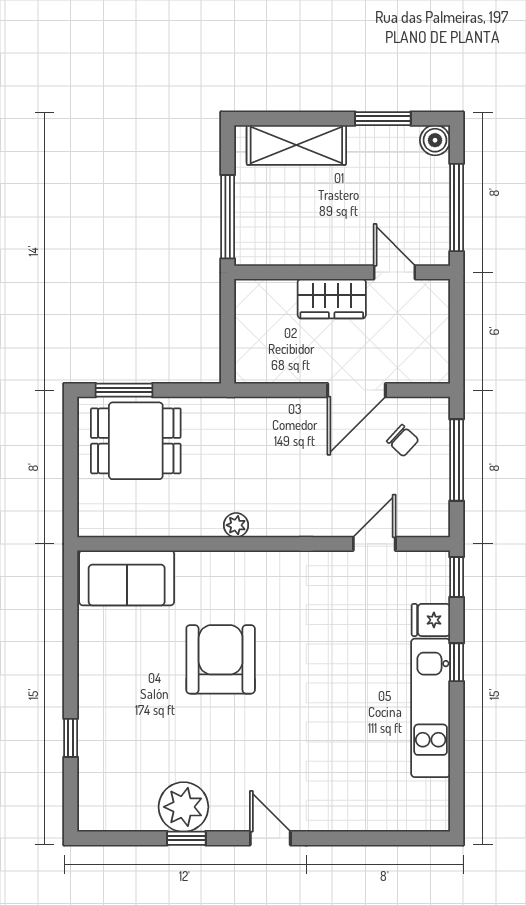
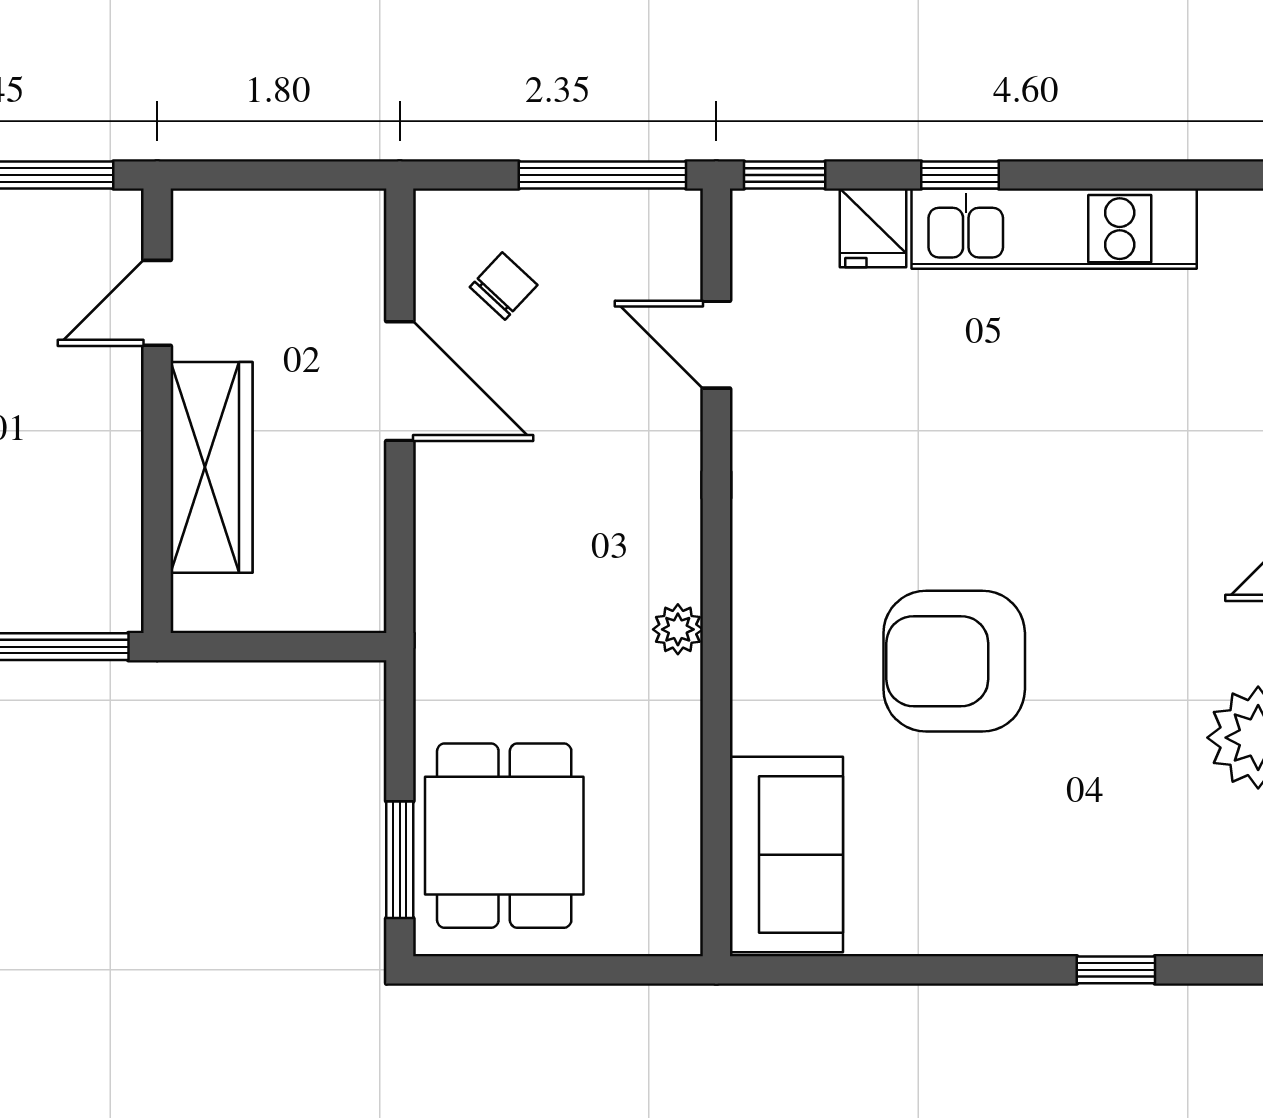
wardrobe: (332, 299) -> (211, 467), width x1.50
window: (457, 460) -> (602, 175), moved

